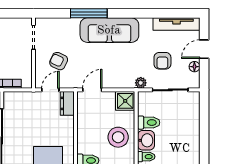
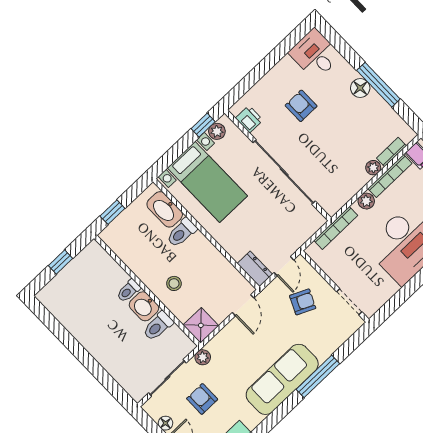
stool: (118, 137) -> (174, 283), width x0.53, depth x0.53

